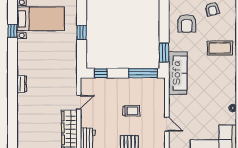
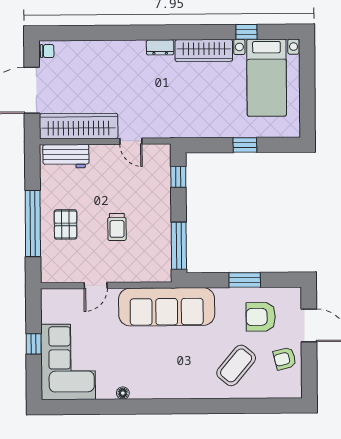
coffee table: (220, 48) -> (236, 365), moved, turned 40
window: (164, 52) -> (245, 280), moved
wardrobe: (24, 57) -> (204, 51), added
sofa: (178, 73) -> (167, 307), width x1.36, depth x1.27

